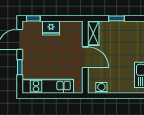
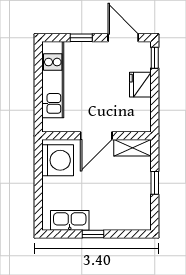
washing machine: (101, 88) -> (58, 160), width x1.89, depth x1.89

